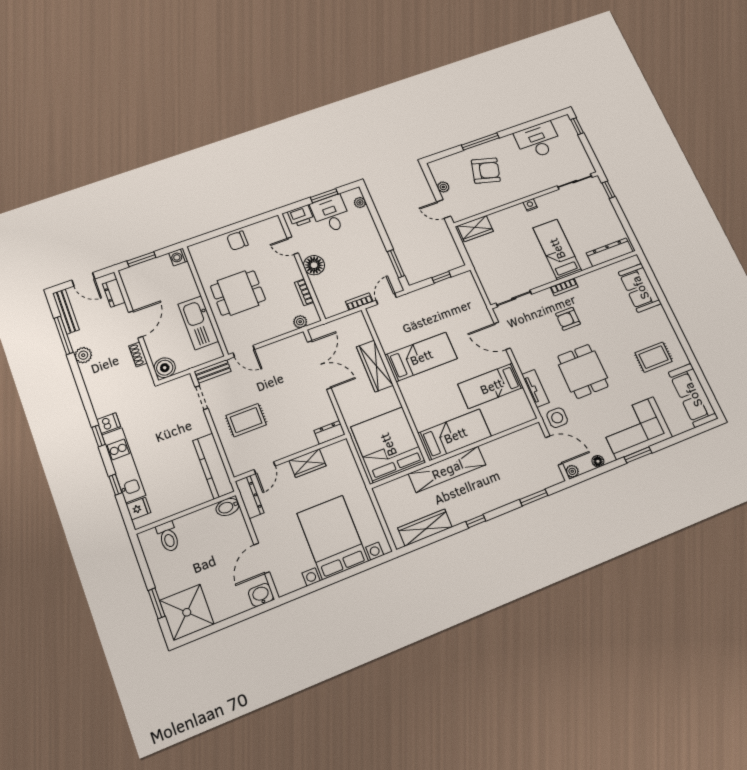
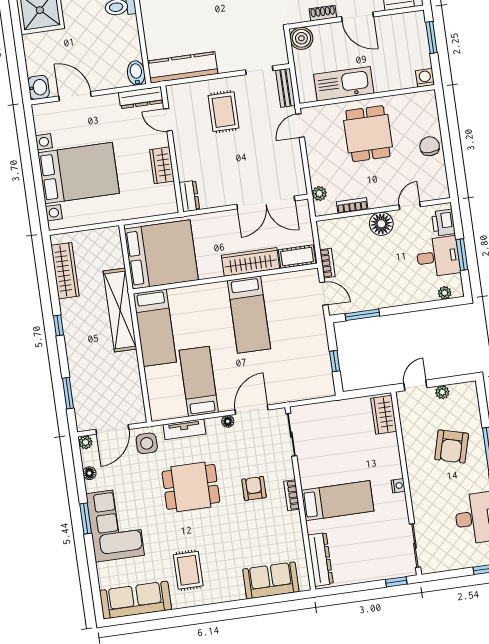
cot: (360, 328) -> (297, 257), added
floor lamp: (518, 353) -> (228, 421), added

